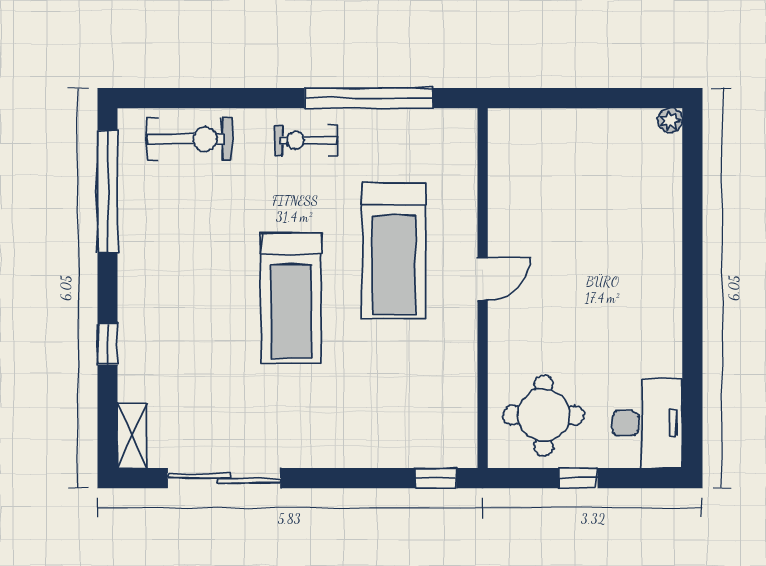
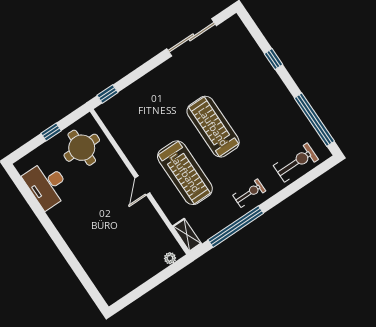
plant: (670, 120) -> (170, 258), moved
exercise bike: (190, 139) -> (296, 163), turned 180
treadmill: (394, 251) -> (185, 173), turned 180
desk: (647, 423) -> (47, 185), moved
shelving: (132, 436) -> (187, 235), moved

